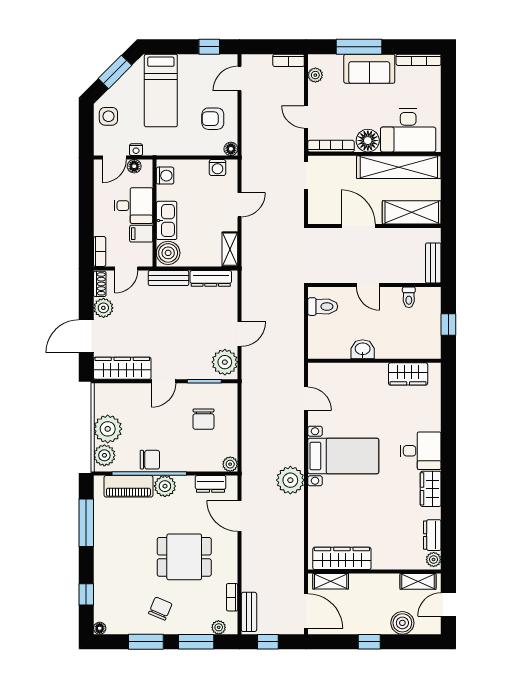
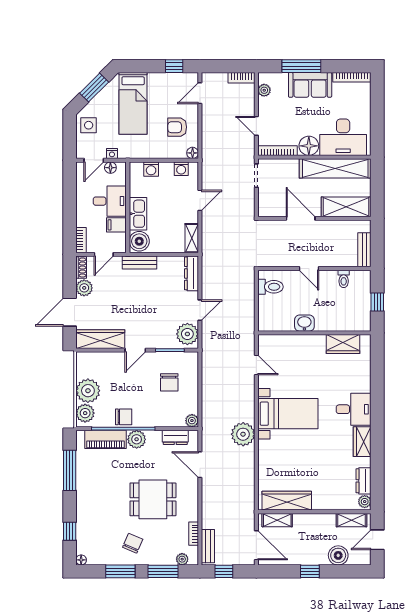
washing machine: (165, 176) -> (151, 169), moved, turned 90
dresser: (211, 278) -> (192, 273), moved, turned 90

